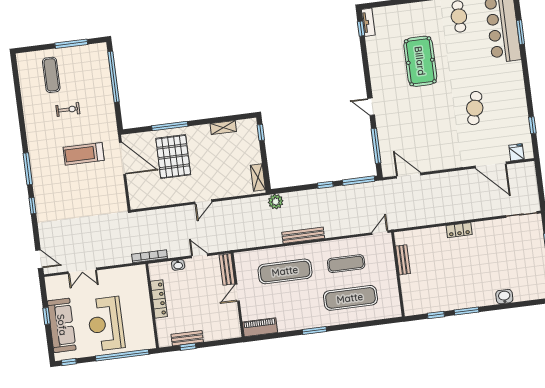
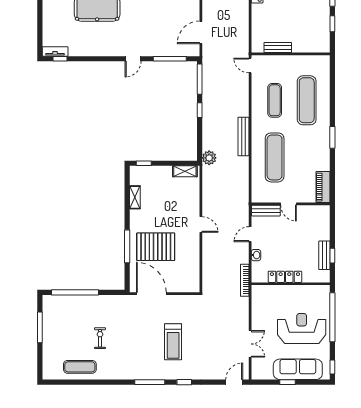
exercise mat: (51, 75) -> (80, 367), moved
treadmill: (84, 154) -> (173, 342), moved
door: (123, 158) -> (151, 294), hinge flipped
reception desk: (106, 324) -> (302, 329), turned 180

